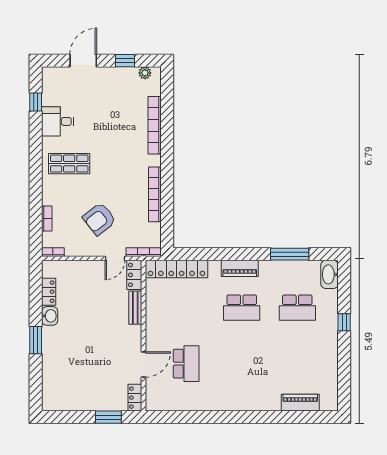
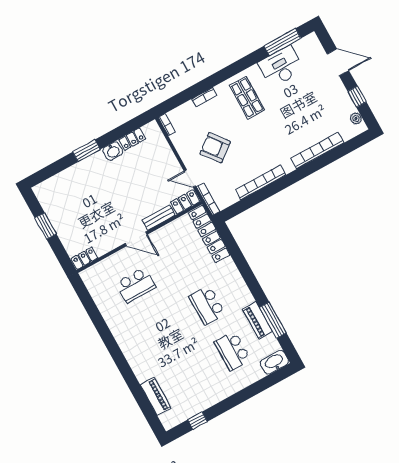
window: (36, 102) -> (282, 42), width x2.17
desk: (58, 121) -> (281, 66), width x1.37
bookcase: (47, 219) -> (204, 97), moved
piano: (240, 268) -> (258, 320), moved
window: (344, 322) -> (197, 421), moved
door: (143, 365) -> (136, 239), moved
window: (108, 417) -> (46, 226), moved

